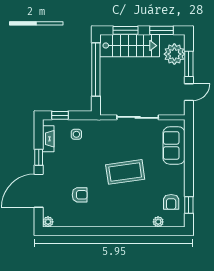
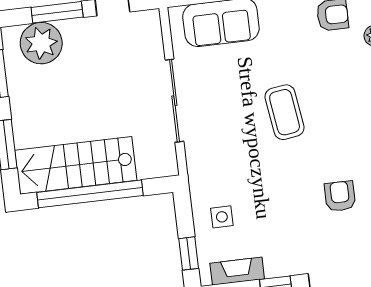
stairs: (130, 46) -> (76, 165), moved, turned -90
coffee table: (125, 172) -> (285, 112), width x0.73, depth x0.76

